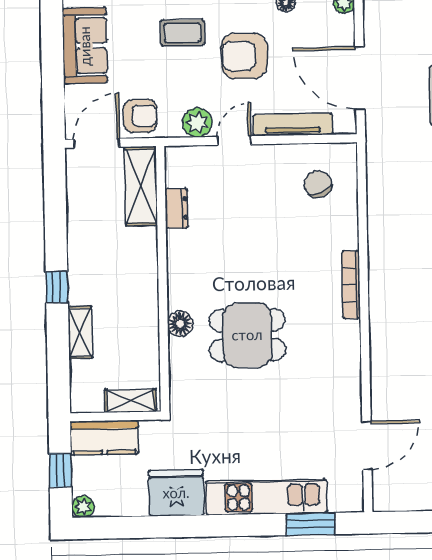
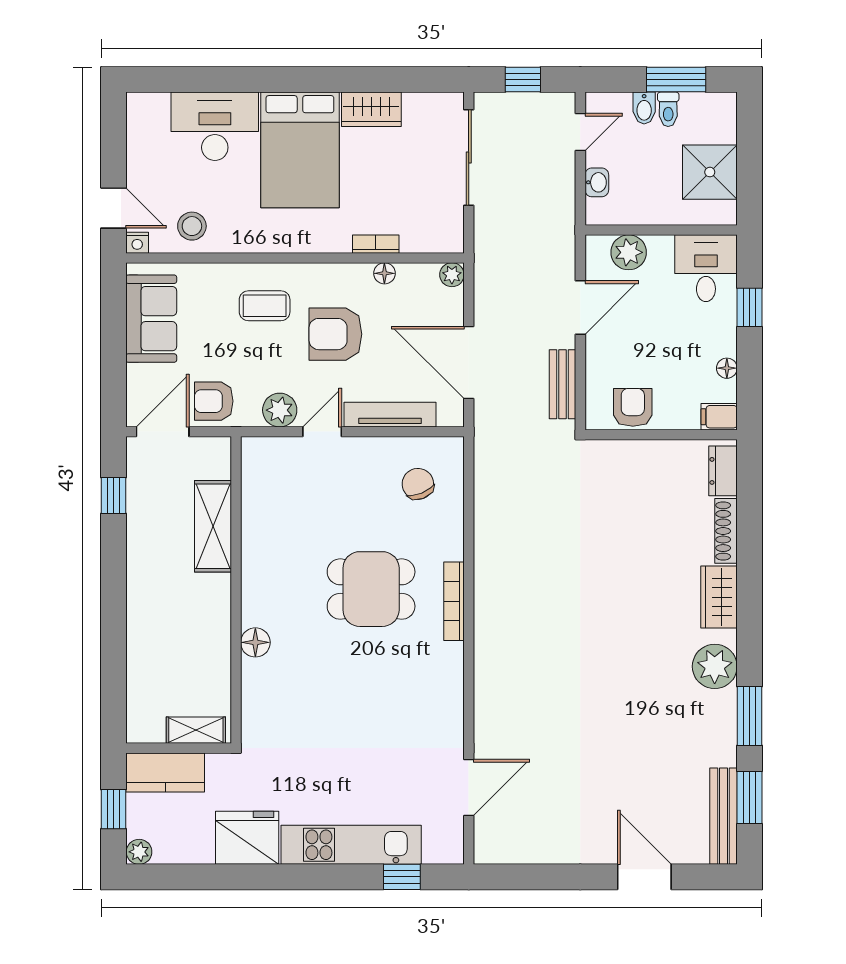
armchair: (140, 116) -> (214, 401), turned 180
shelving: (141, 186) -> (213, 526), moved
dresser: (177, 208) -> (254, 509), removed
window: (57, 287) -> (113, 496), moved
shelving: (80, 332) -> (139, 650), removed
dining table: (247, 335) -> (371, 589), moved
window: (311, 524) -> (402, 877), width x0.67

